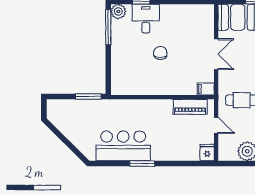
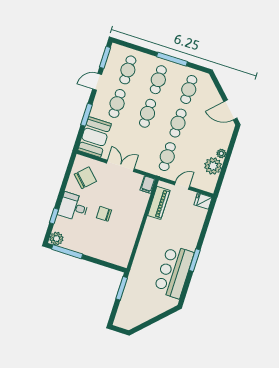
desk: (146, 19) -> (73, 207), moved
chair: (192, 21) -> (85, 178), added

